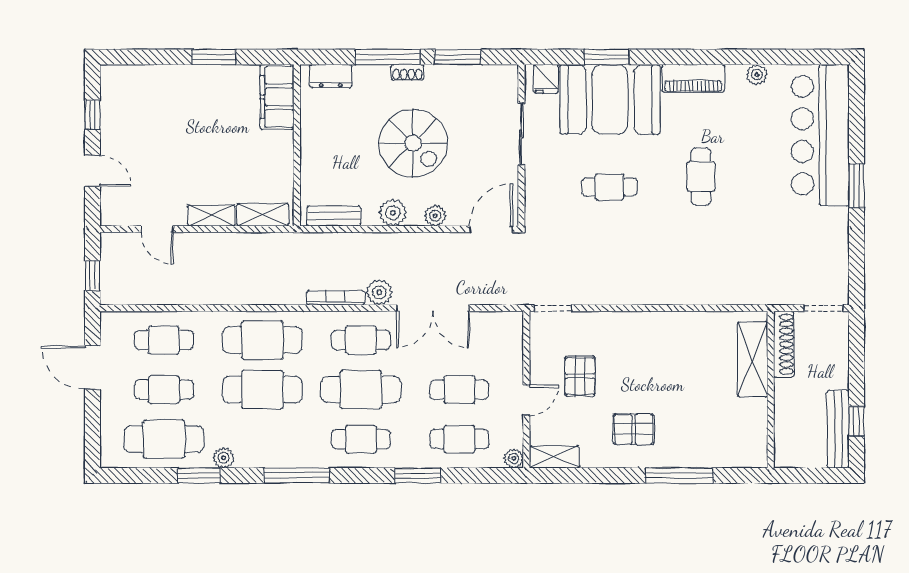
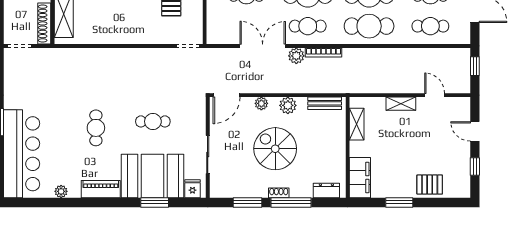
pallet: (165, 86) -> (430, 185), added
shelving: (263, 215) -> (357, 124), moved, turned 90

